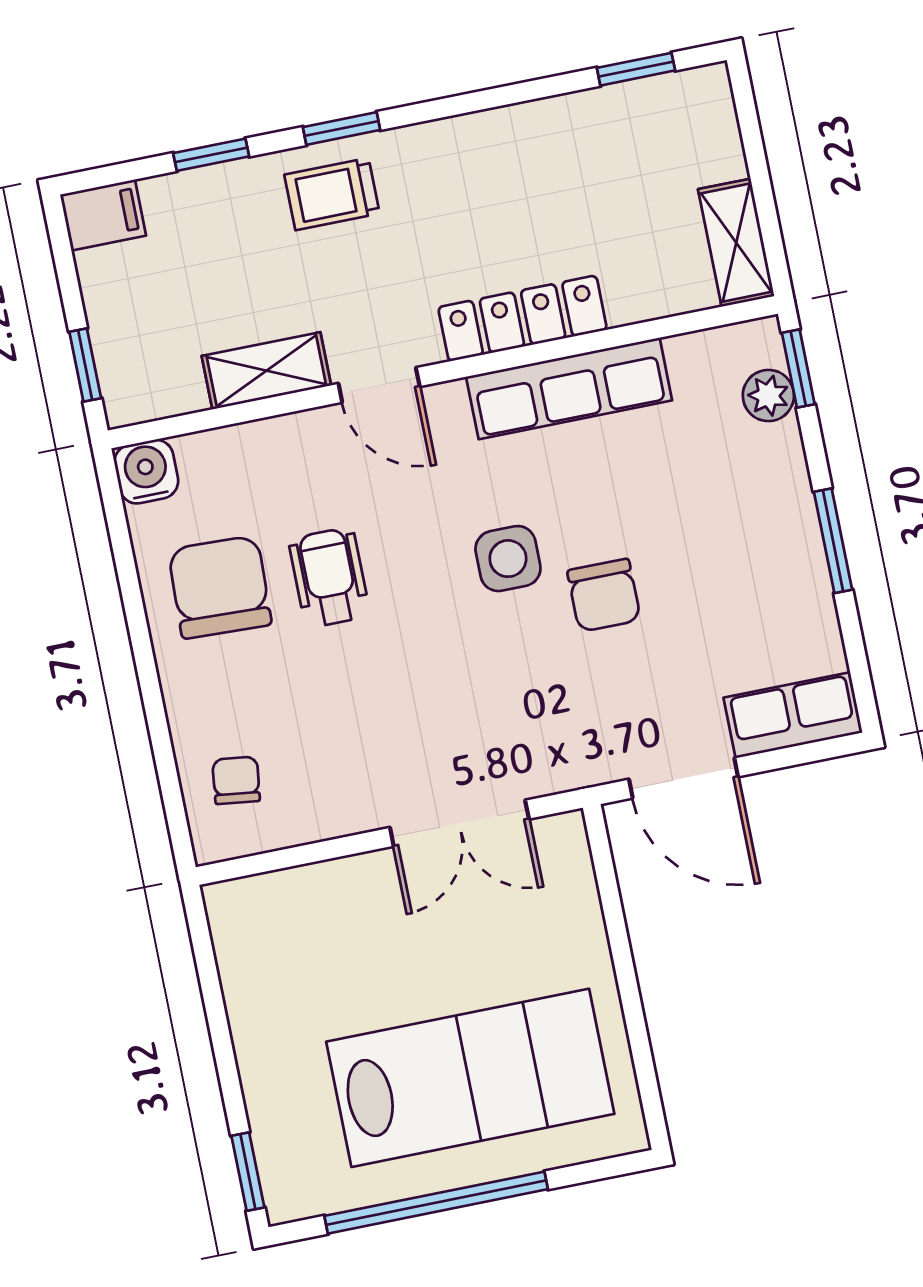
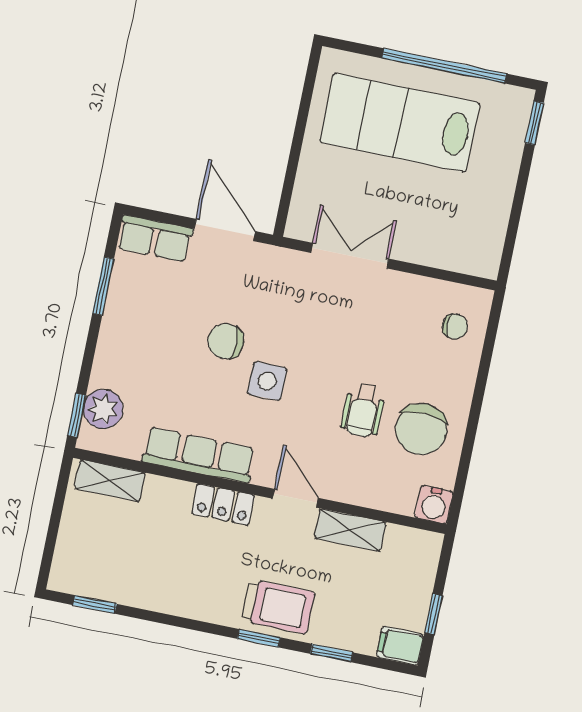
trolley: (332, 194) -> (278, 607), width x1.36, depth x1.39
shelving: (736, 243) -> (110, 481), moved, turned 90
locker: (523, 318) -> (223, 504), width x0.66
window: (85, 365) -> (434, 614), moved
plant: (768, 396) -> (103, 409), width x1.38, depth x1.38
window: (833, 541) -> (103, 286), moved
chair: (604, 595) -> (226, 341), turned -90
chair: (236, 780) -> (455, 326), turned -97

